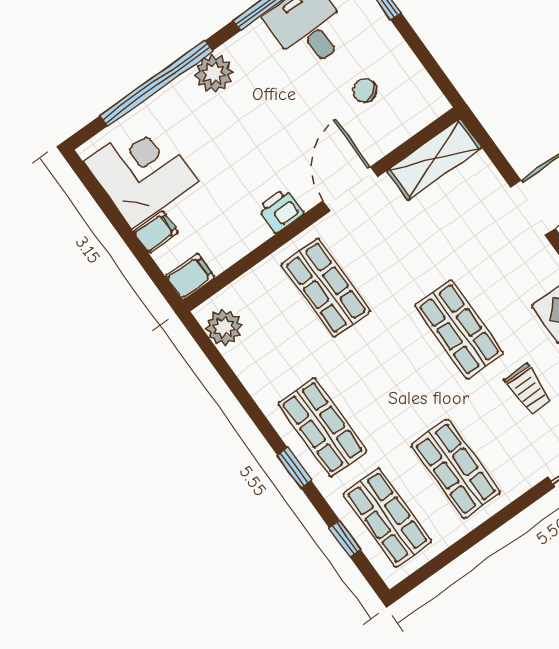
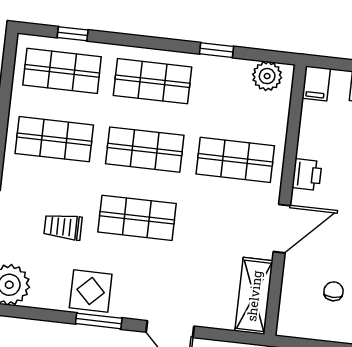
chair: (365, 91) -> (334, 291), turned -59
door: (350, 189) -> (282, 229), hinge flipped
shop shelf: (391, 378) -> (145, 150), added
window: (294, 468) -> (217, 50), moved

